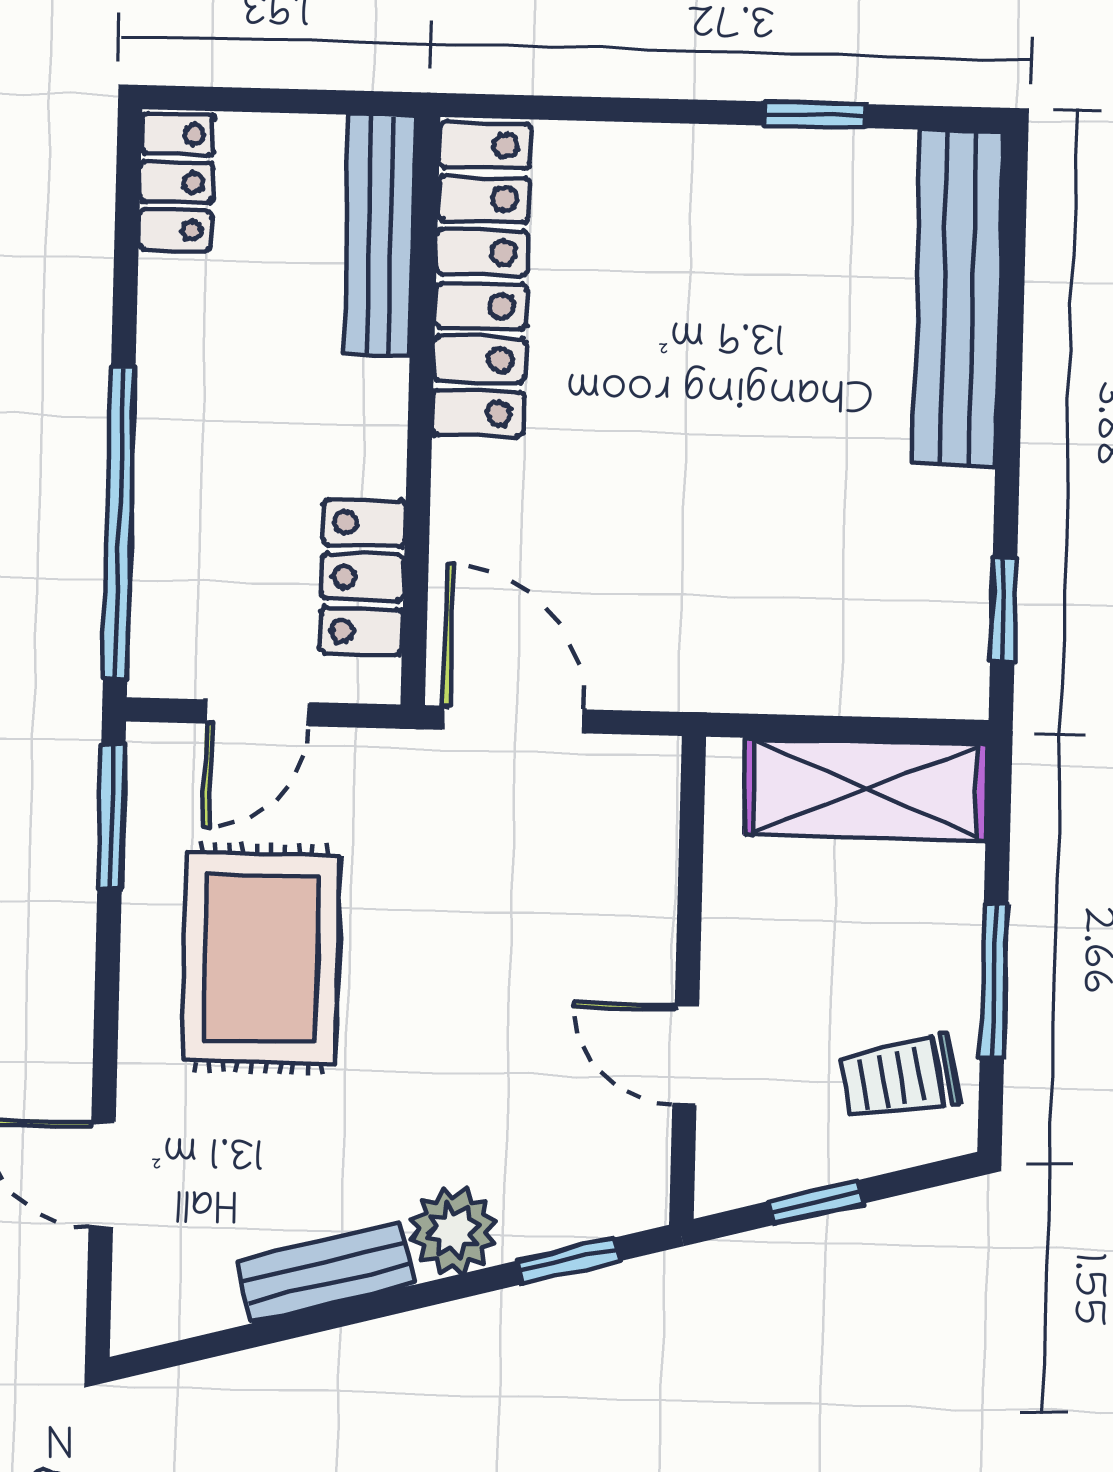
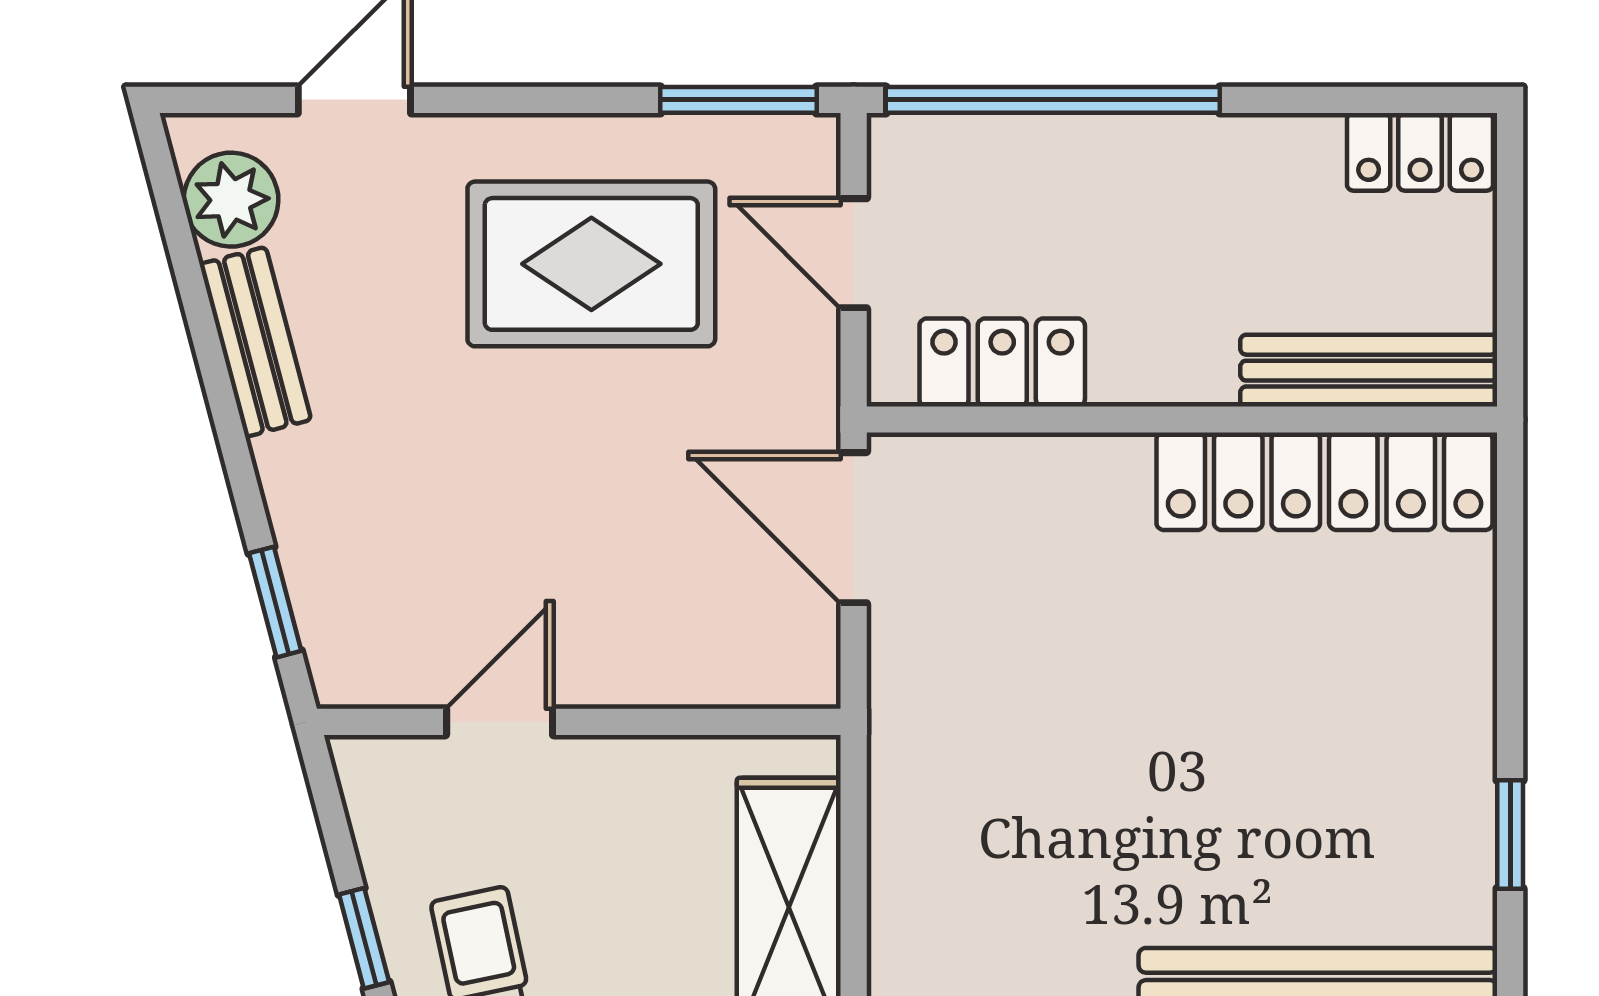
door: (513, 720) -> (854, 528), swing flipped
window: (815, 1203) -> (364, 938), moved
plant: (453, 1230) -> (231, 200), moved

